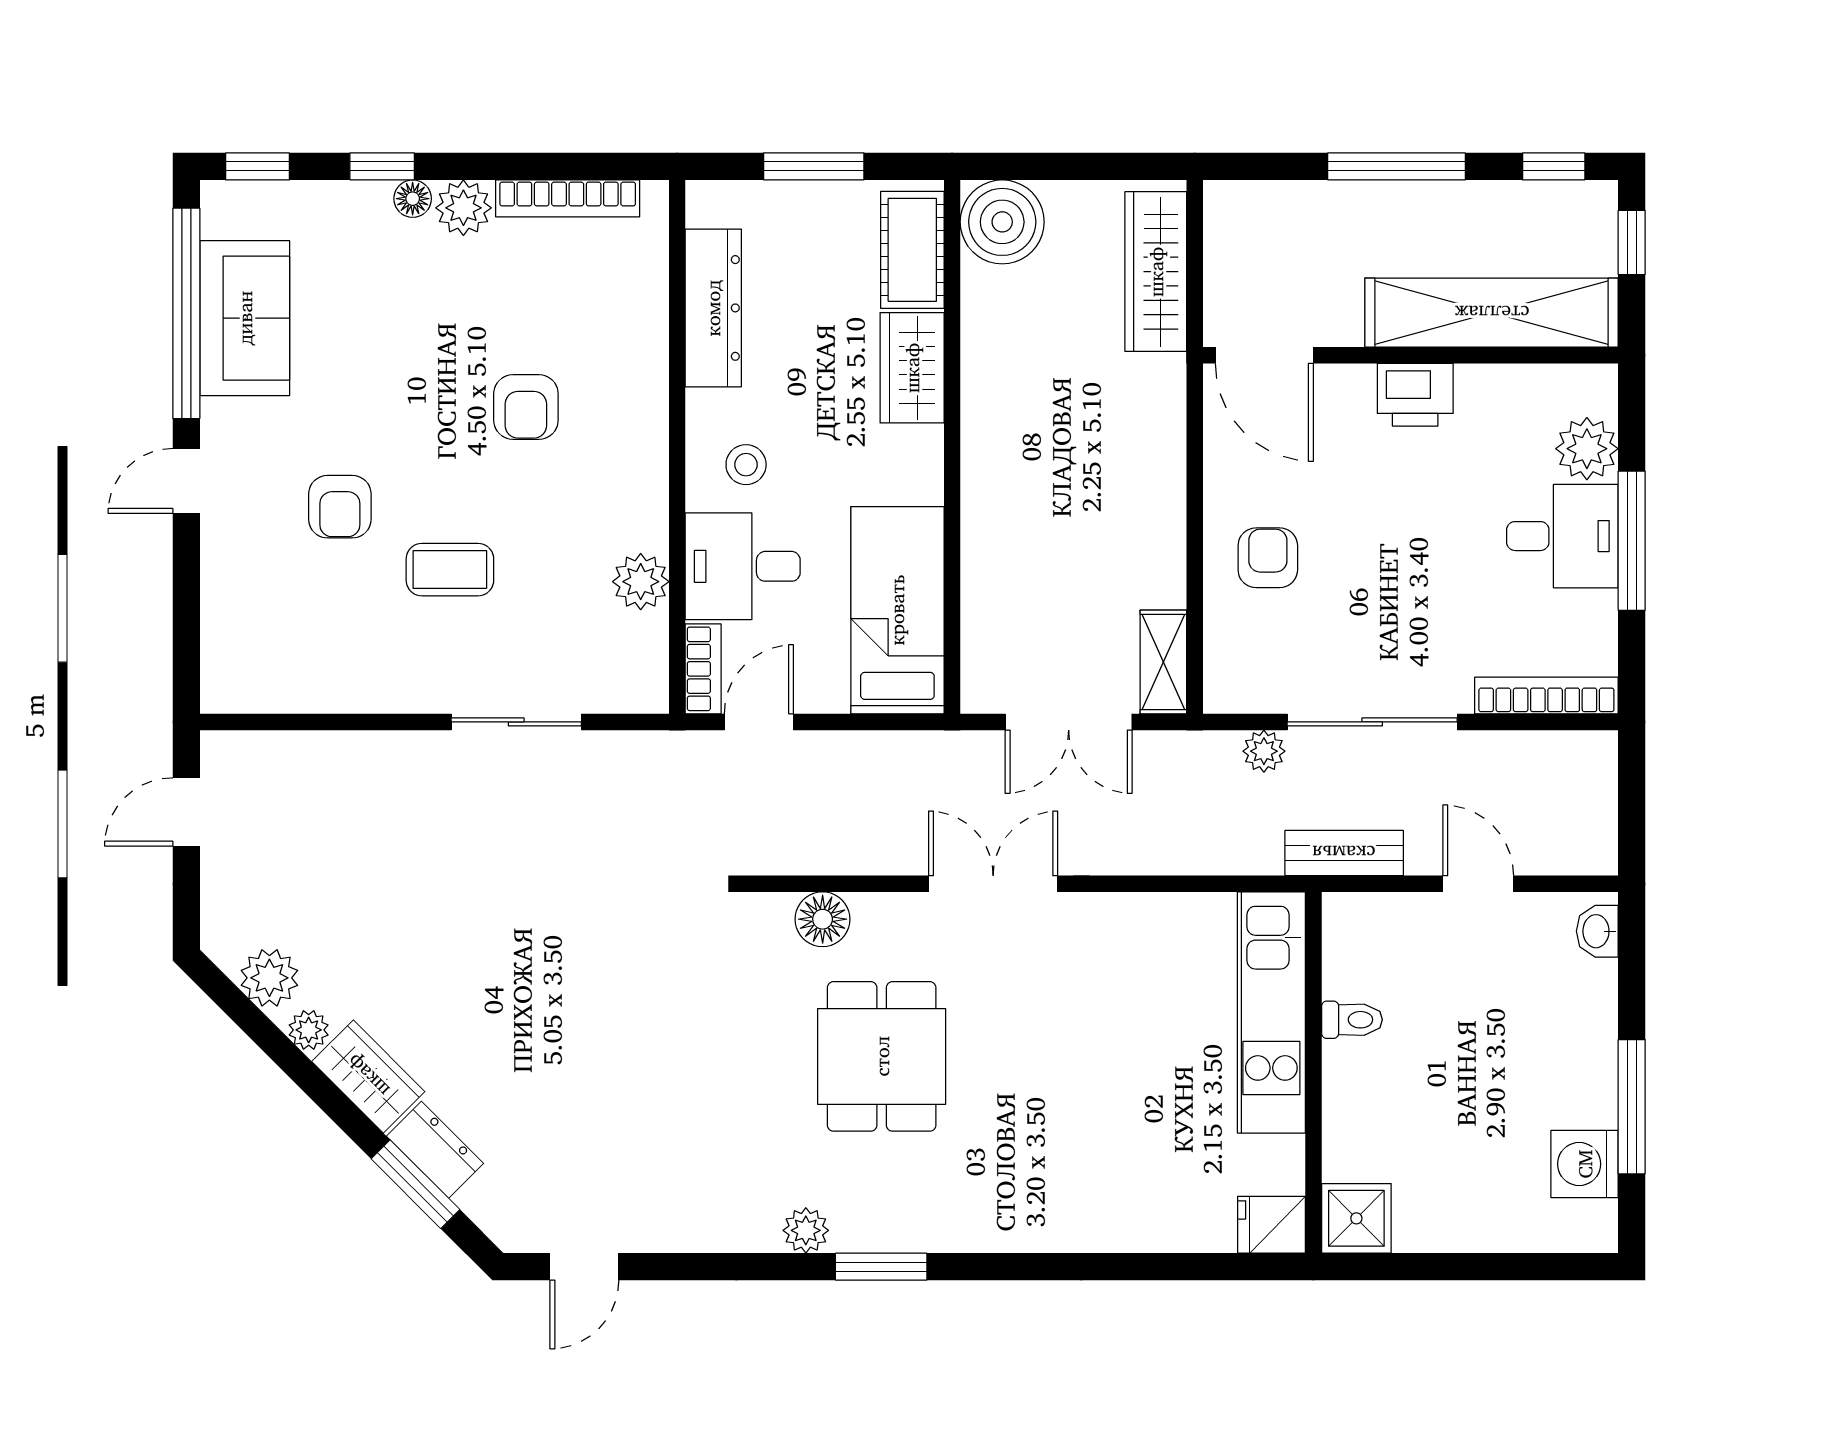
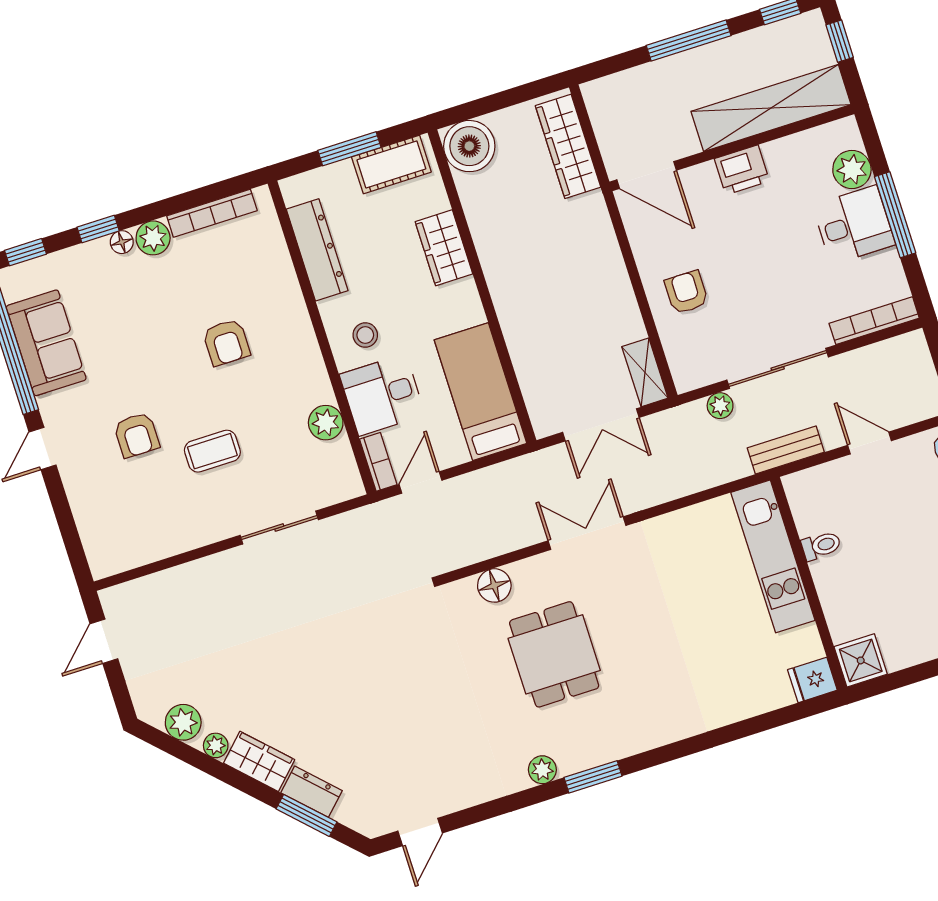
cot: (912, 250) -> (391, 164), moved, turned 90

